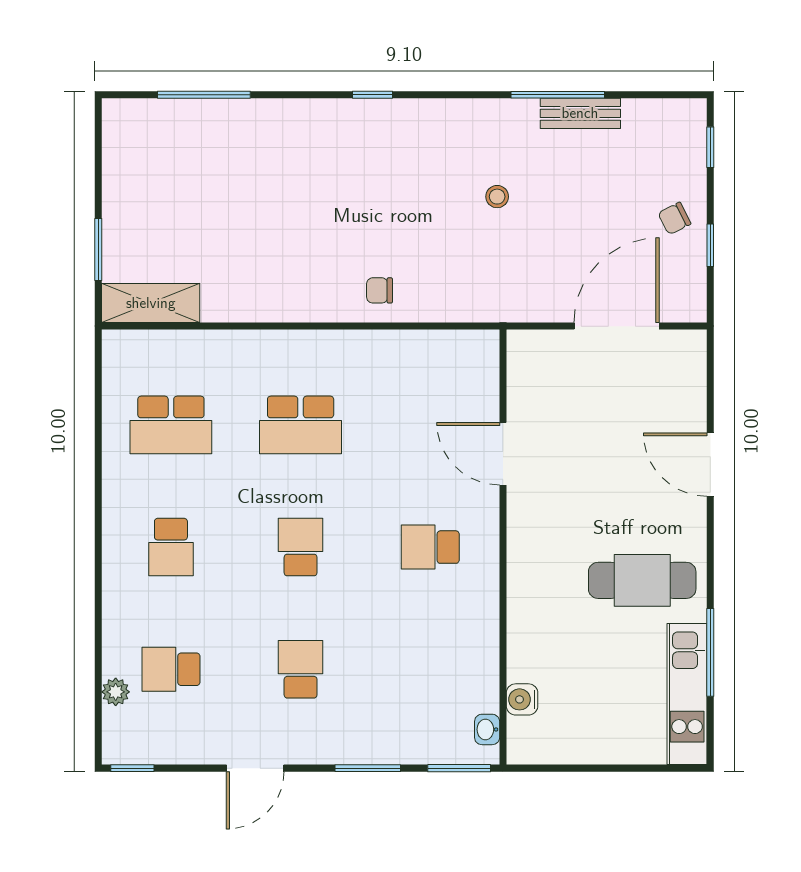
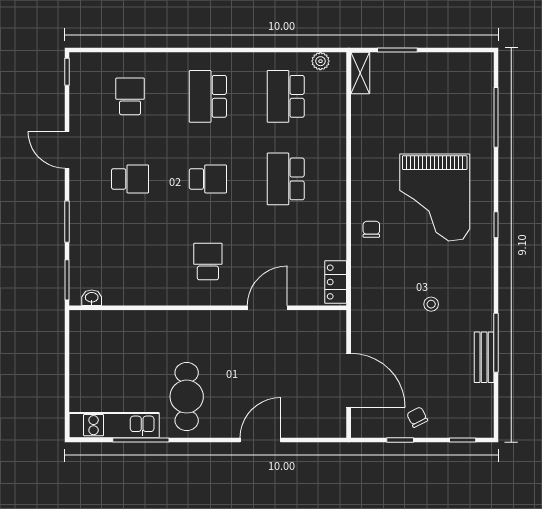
grand piano: (330, 191) -> (435, 198), added
shelving: (151, 303) -> (360, 73), width x0.67, depth x0.75
locker: (462, 346) -> (336, 282), added
school desk: (171, 547) -> (208, 96), width x1.85
plant: (116, 692) -> (320, 61), moved
water cooler: (522, 699) -> (111, 320), removed

